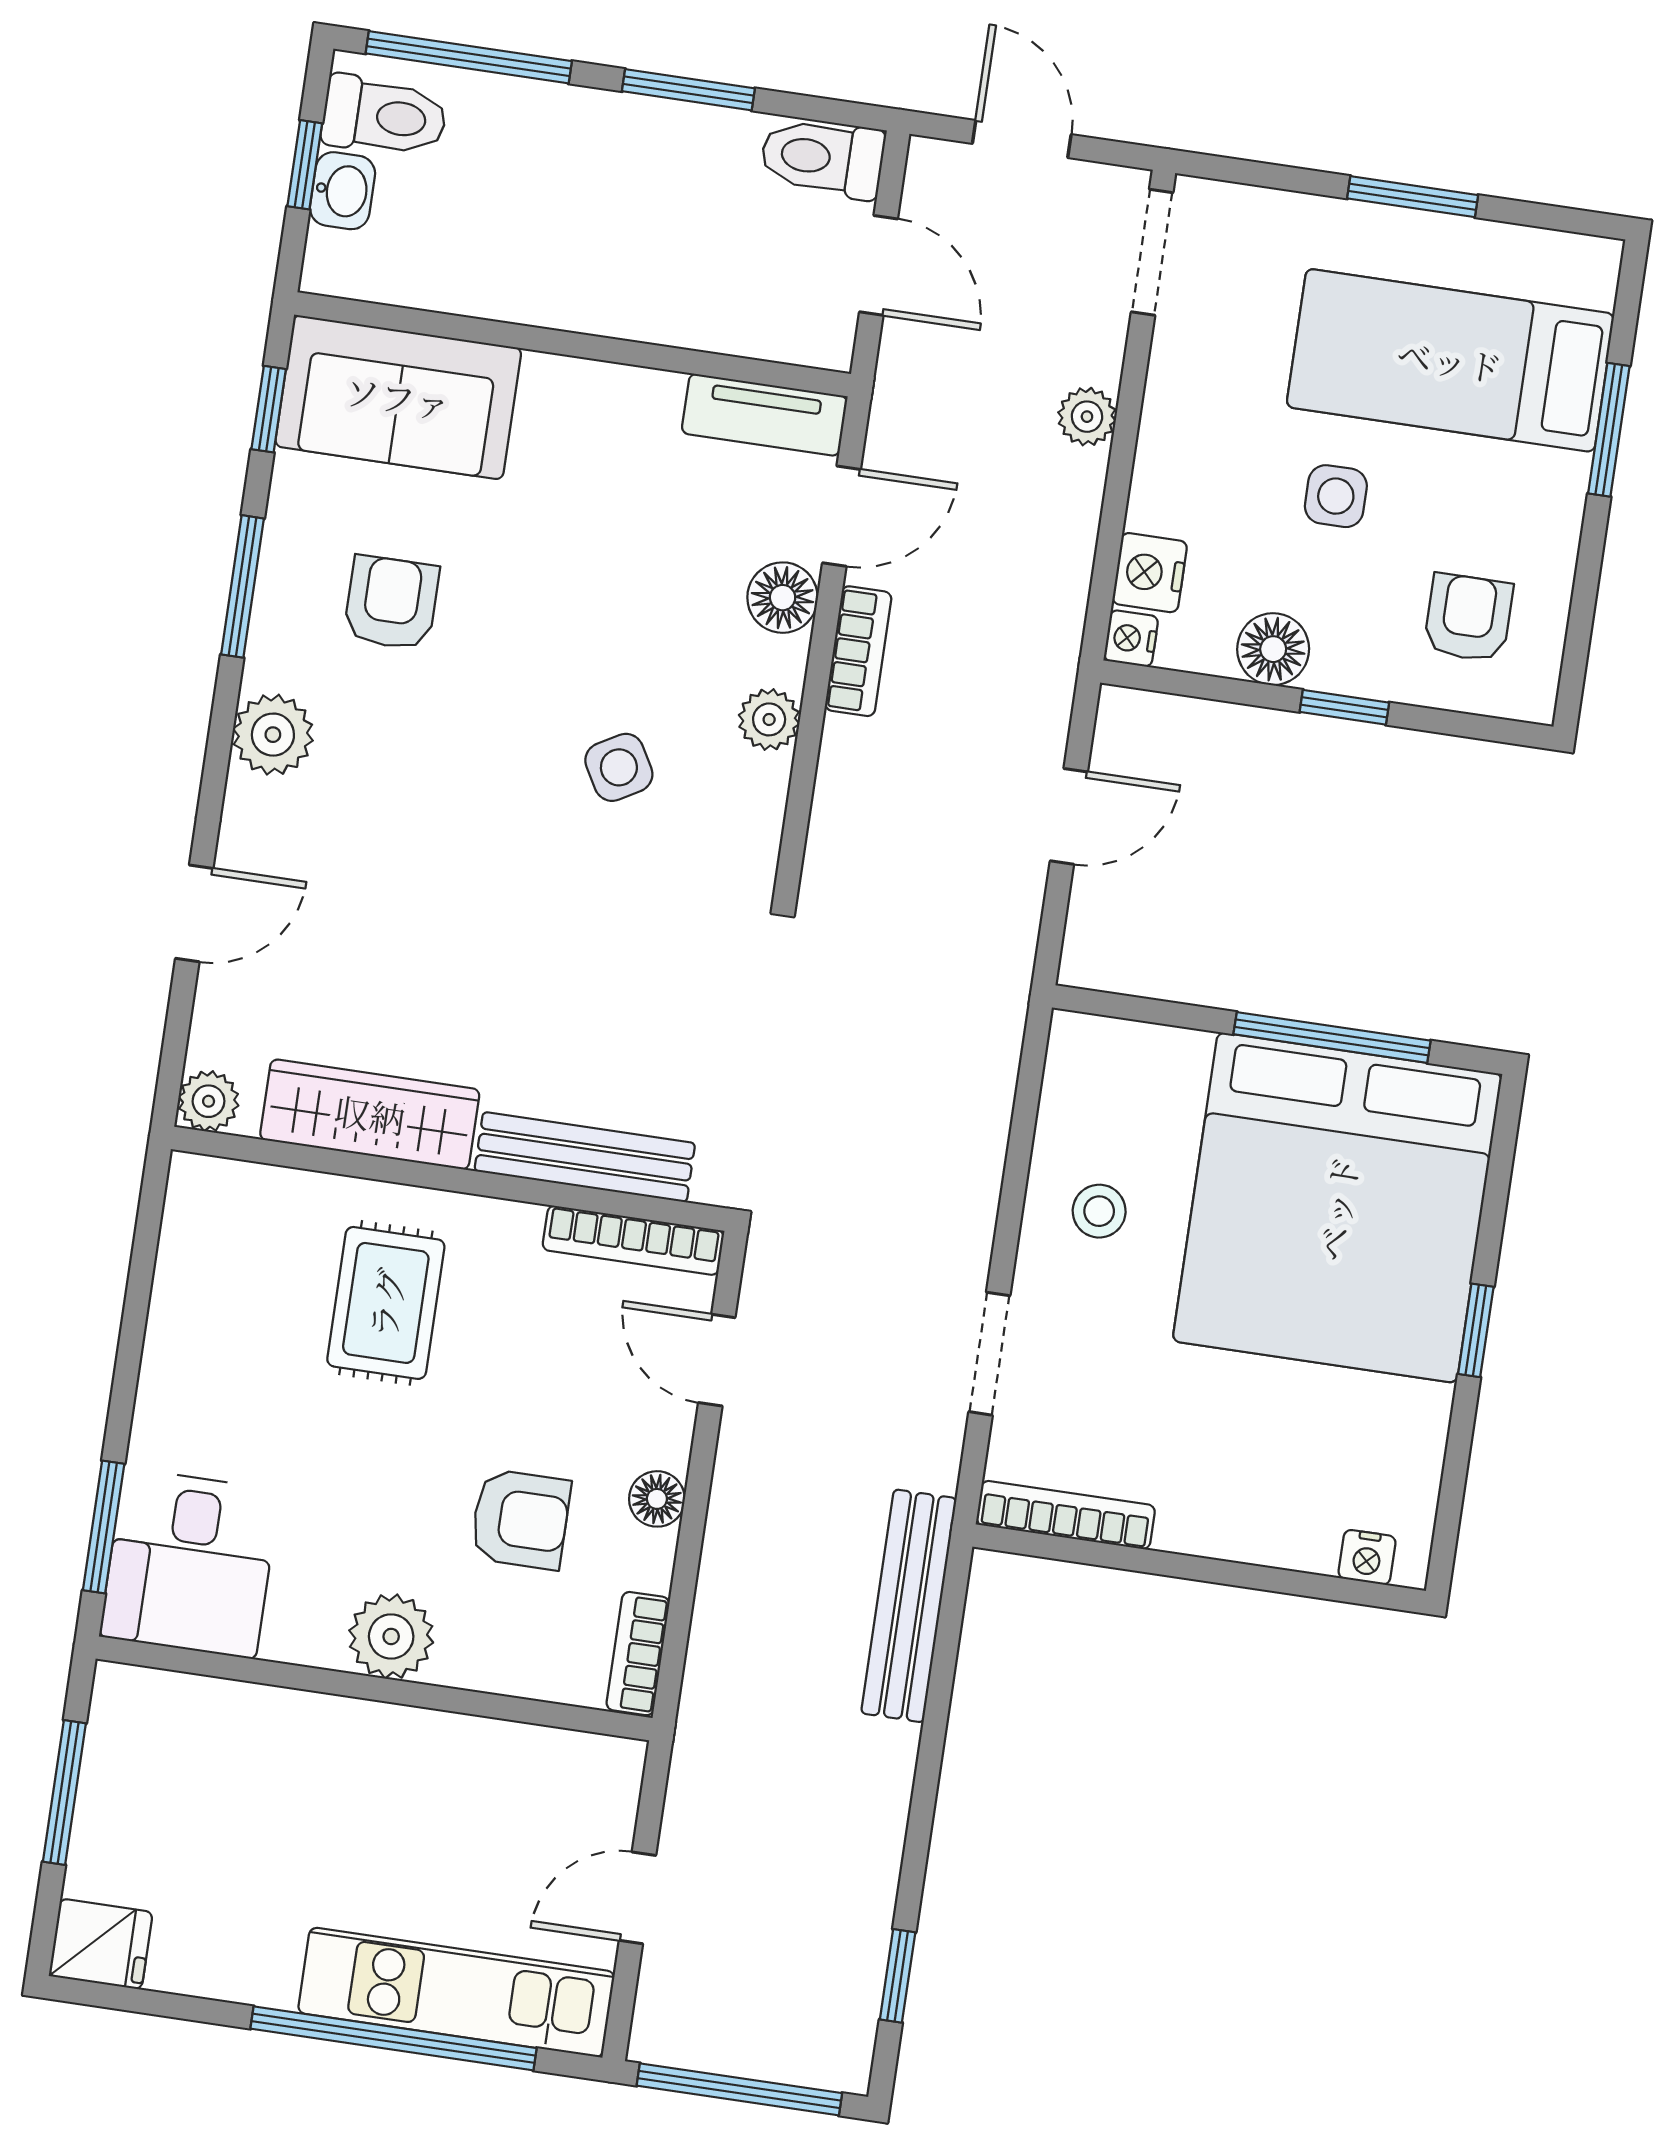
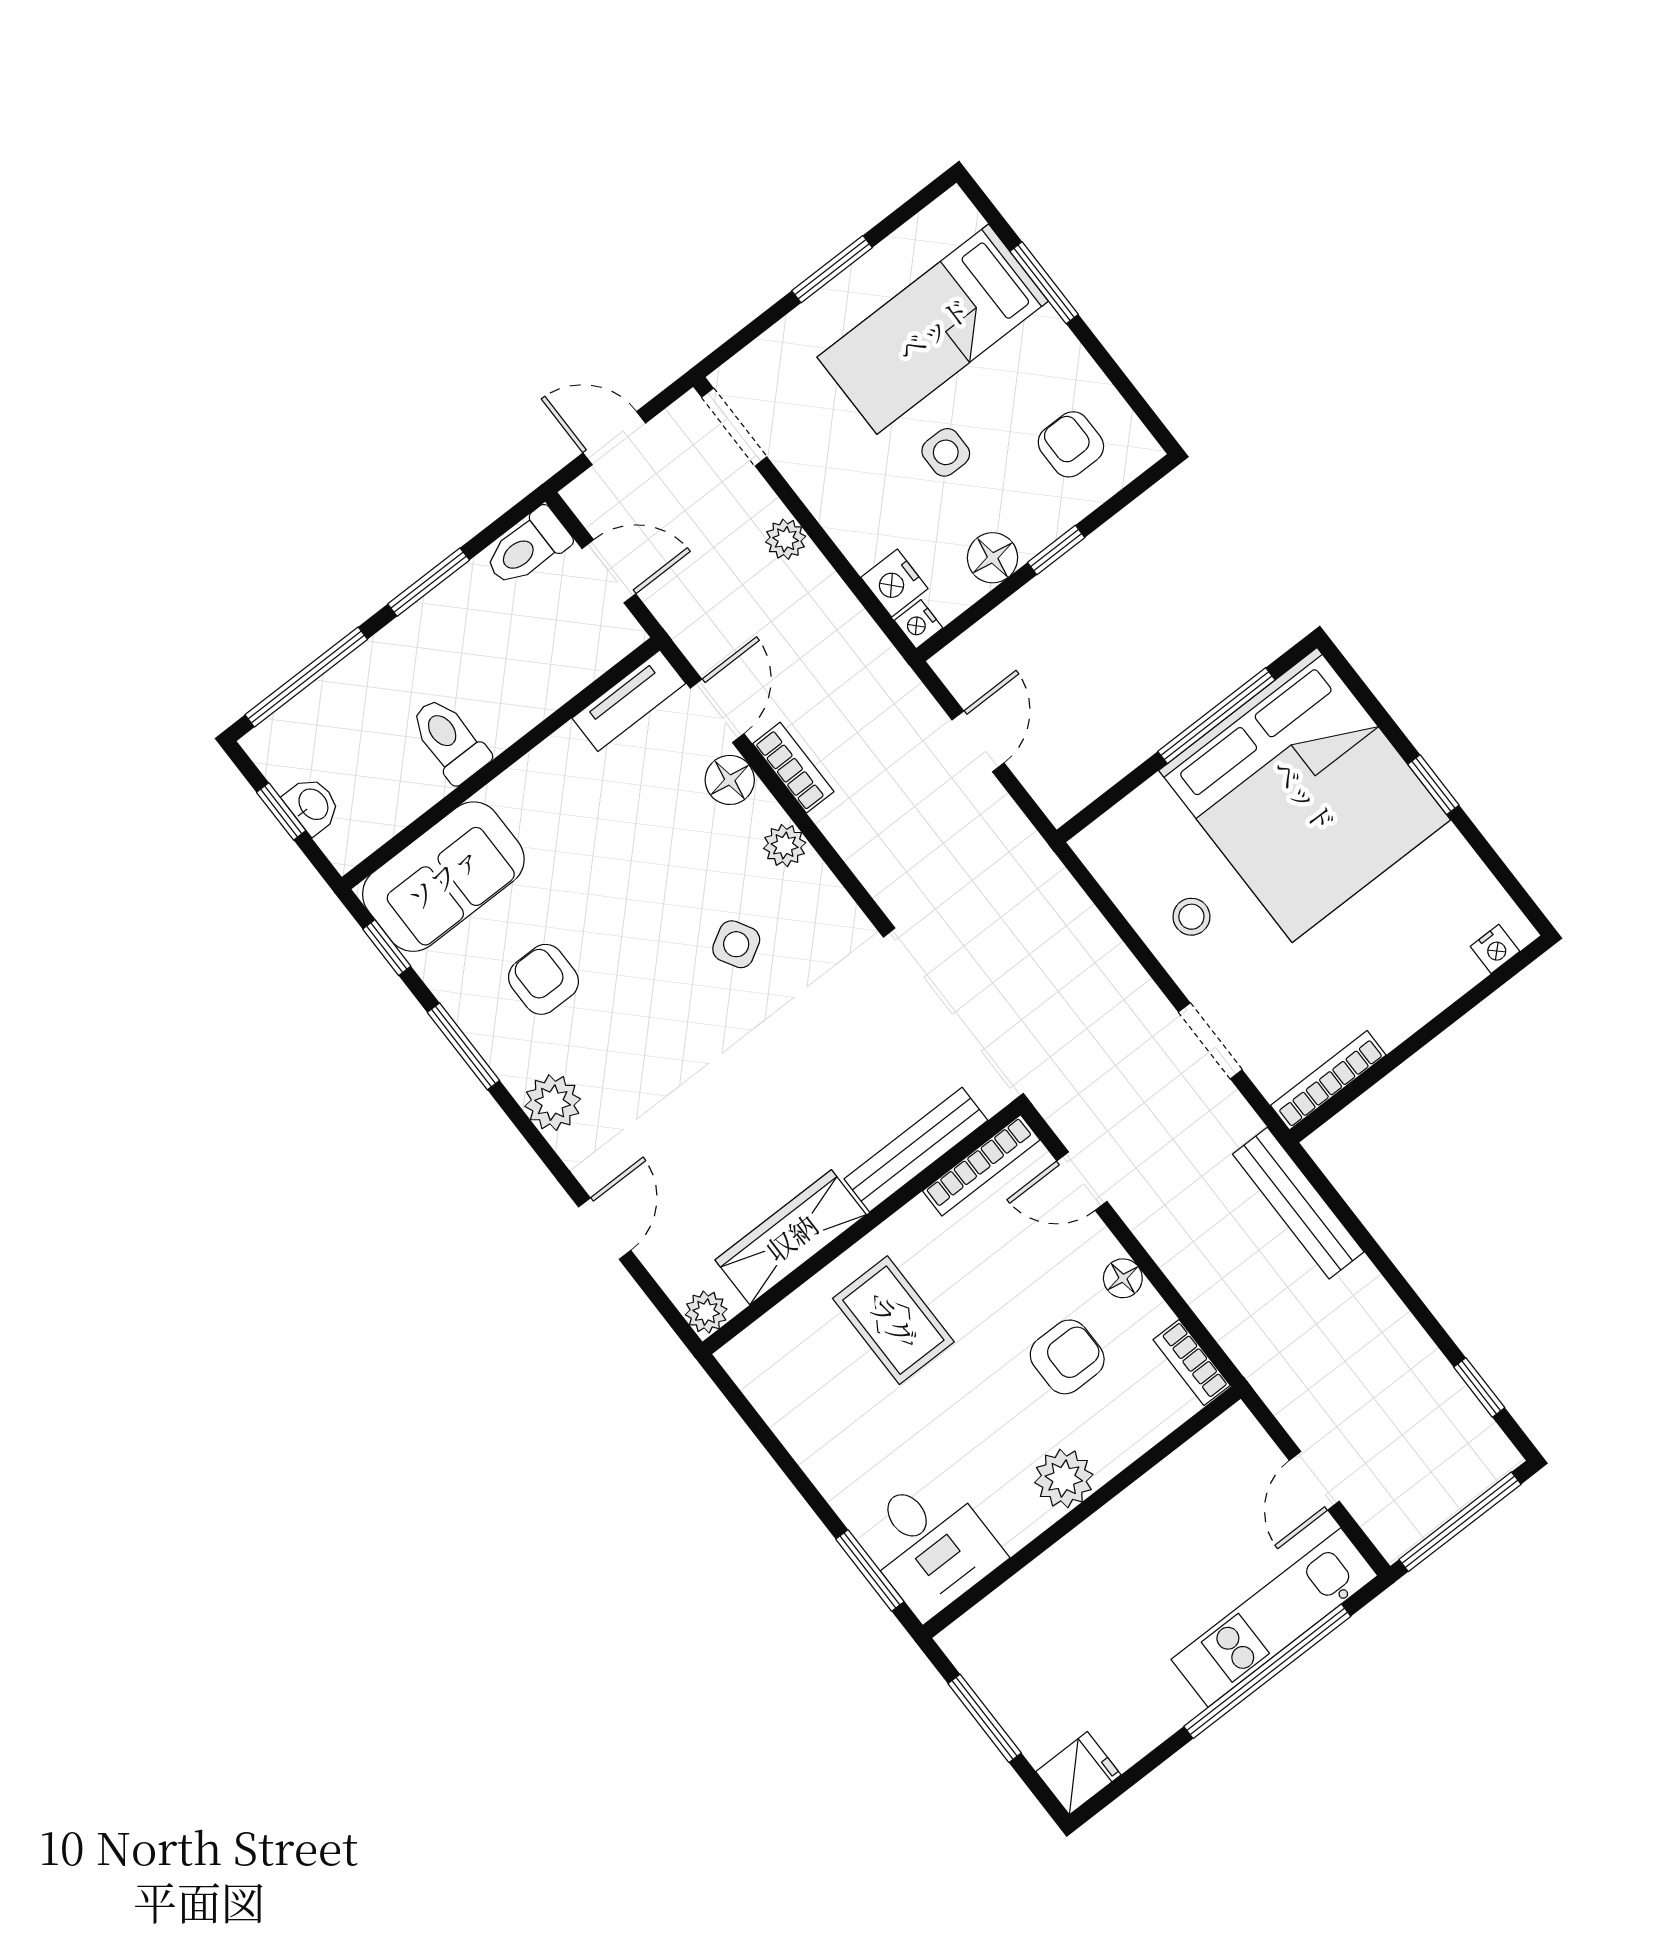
toilet: (384, 116) -> (449, 740), moved, turned -90

